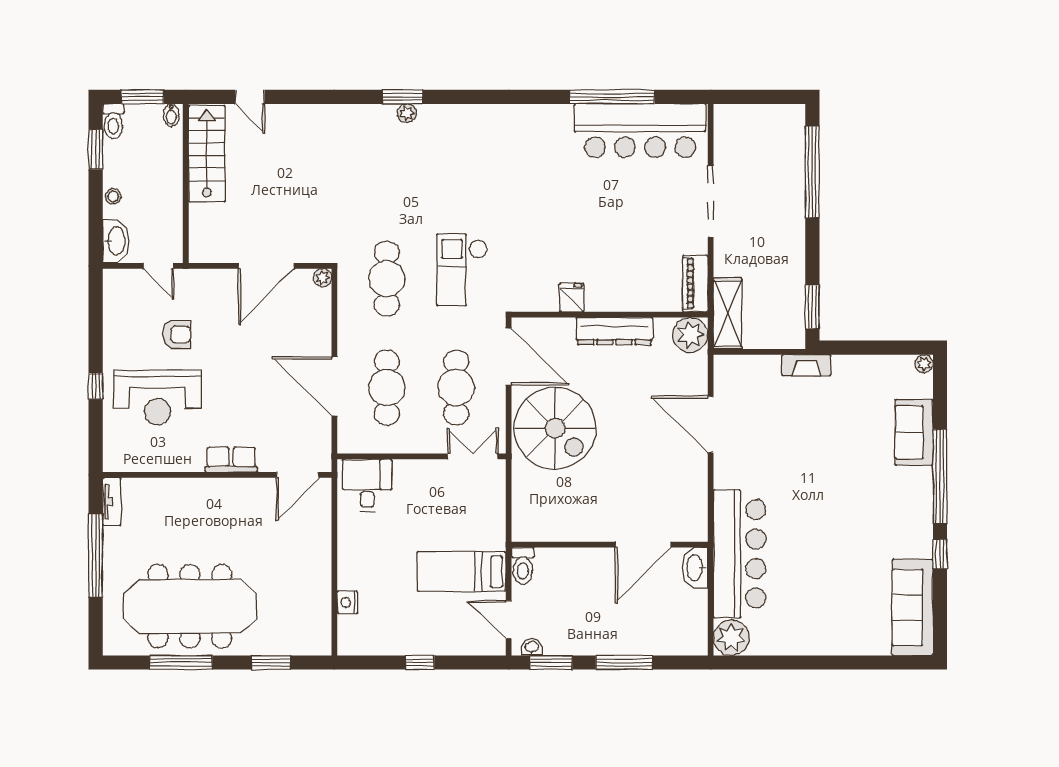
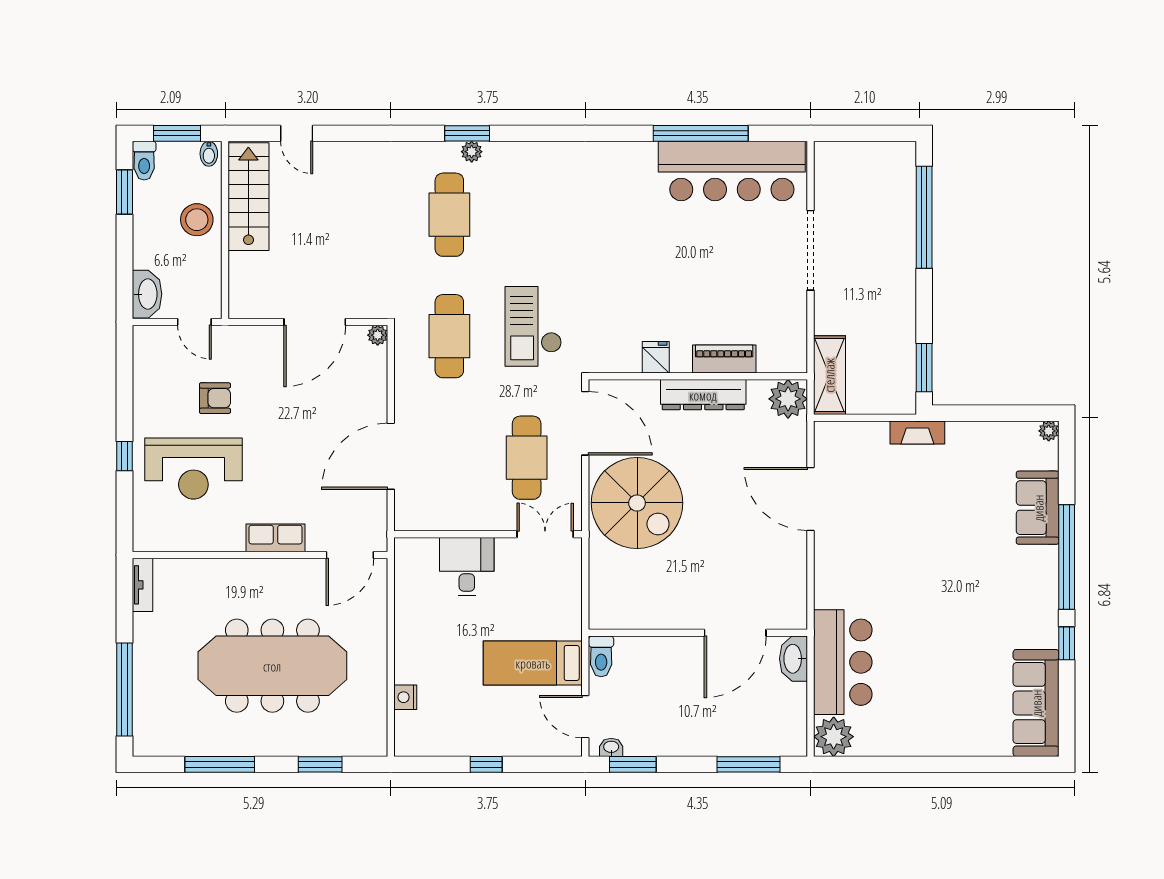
stool: (113, 197) -> (197, 220), moved, width x1.89, depth x1.89
piano: (695, 284) -> (724, 359), moved, turned 90
door: (334, 386) -> (391, 456), hinge flipped
cafe table: (387, 388) -> (449, 215), moved
desk: (367, 485) -> (467, 567), moved
bar counter: (740, 554) -> (843, 662), width x0.73
window: (96, 555) -> (124, 689), moved
meeting table: (190, 606) -> (272, 666), moved
window: (624, 663) -> (749, 764), moved

